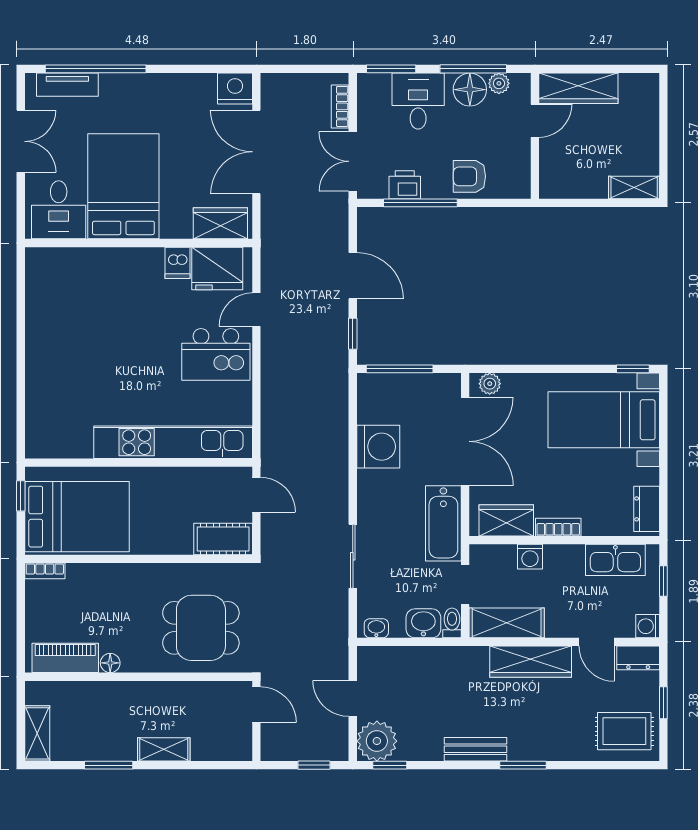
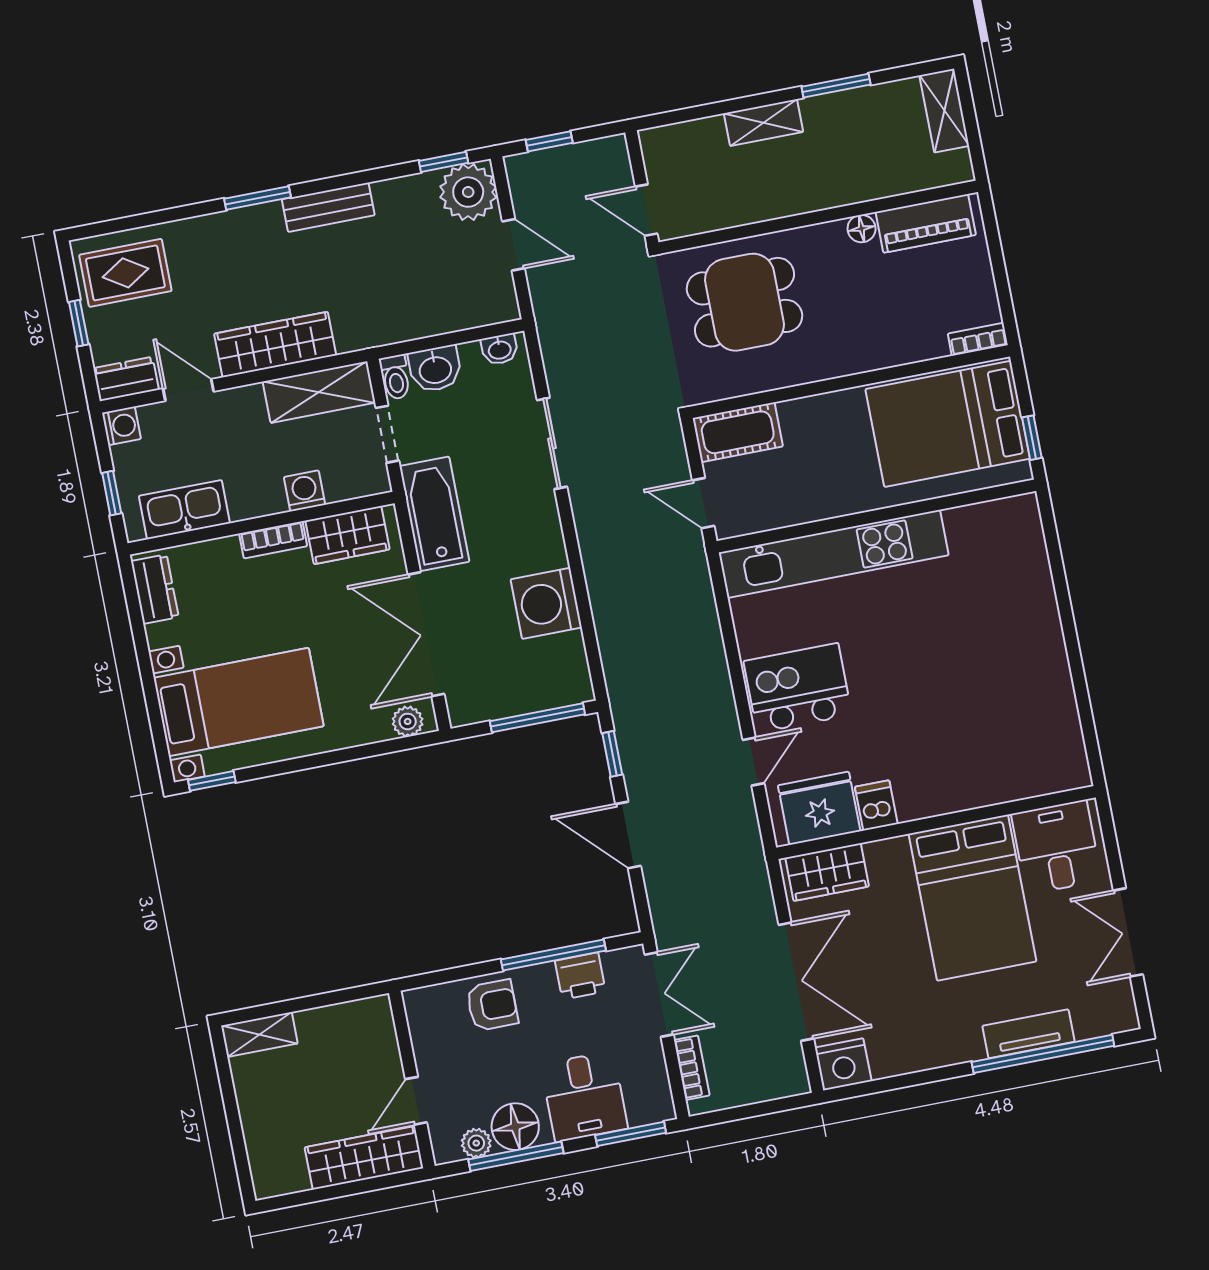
tv unit: (67, 85) -> (1028, 1034), moved

